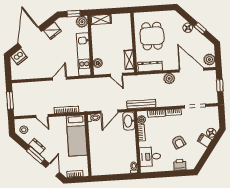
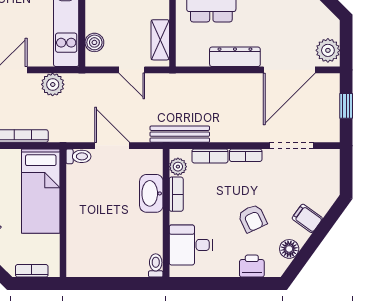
dresser: (150, 66) -> (235, 57), moved
door: (192, 70) -> (289, 70), swing flipped
plant: (169, 78) -> (53, 84), moved
door: (109, 112) -> (112, 146), swing flipped
washbasin: (129, 121) -> (151, 193), moved
floor lamp: (211, 133) -> (289, 249), moved

